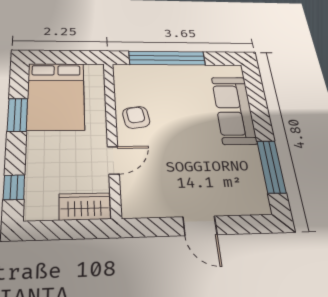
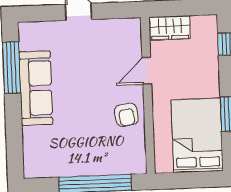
sofa: (234, 110) -> (36, 88), moved

